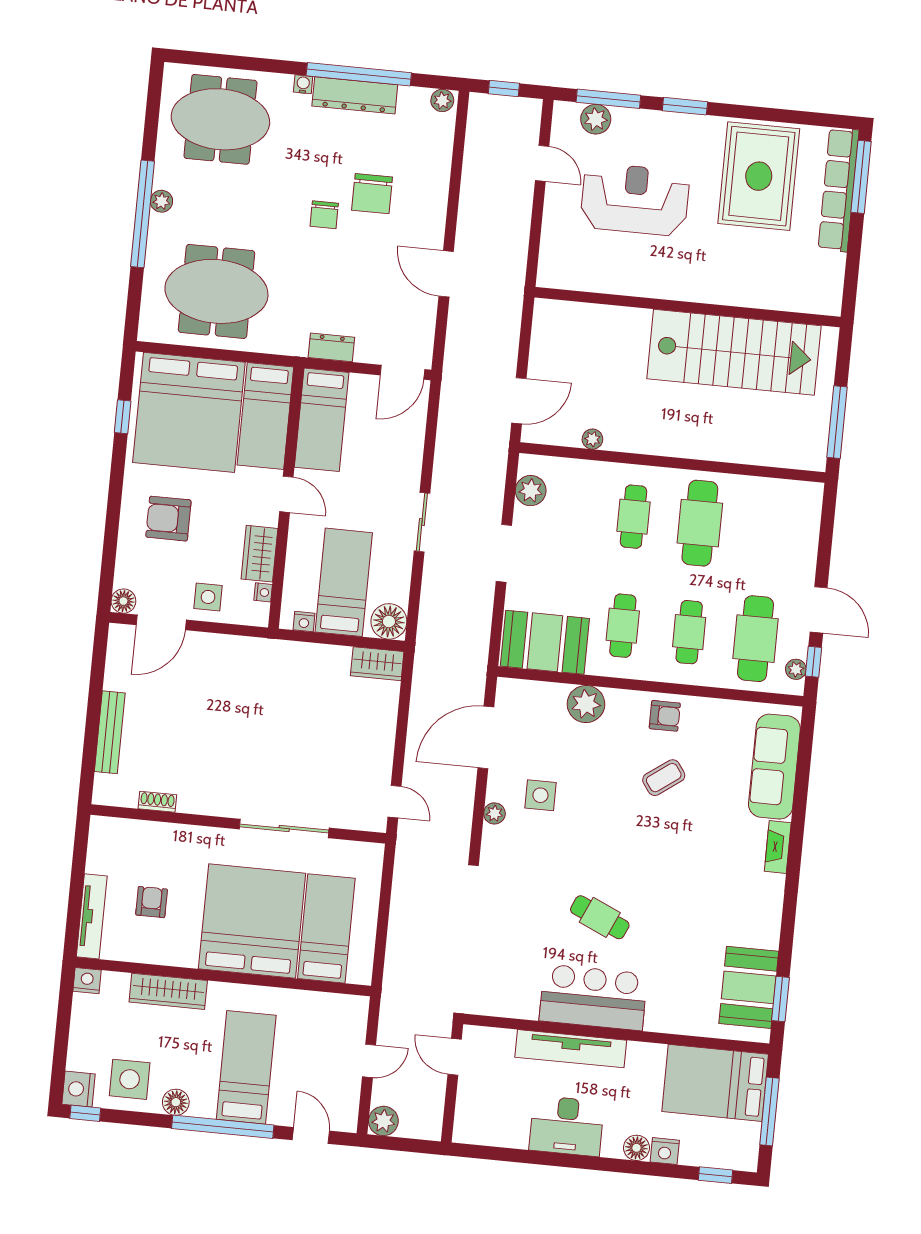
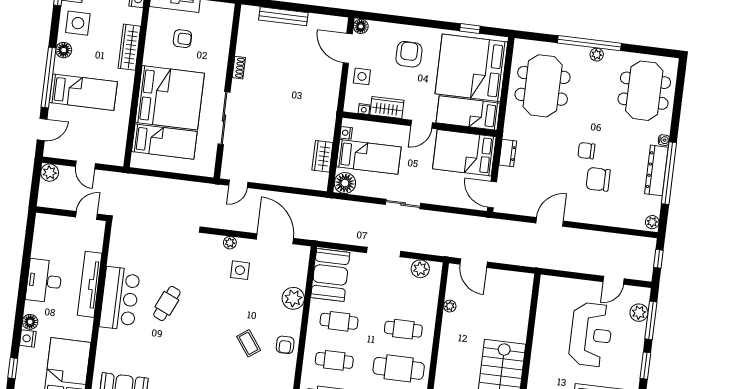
bed: (322, 420) -> (464, 153), width x1.50
wardrobe: (377, 664) -> (322, 156), moved
shoe rack: (157, 802) -> (239, 68), moved

